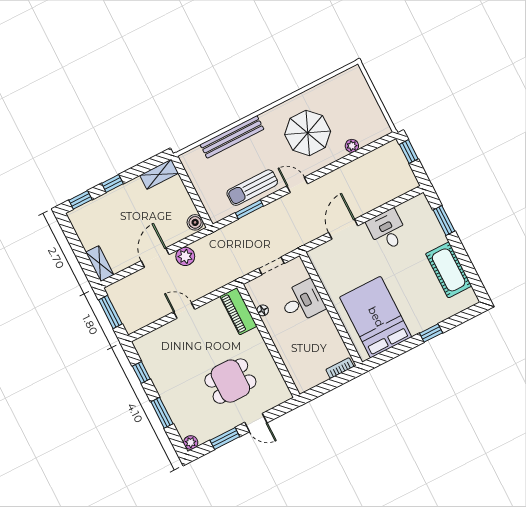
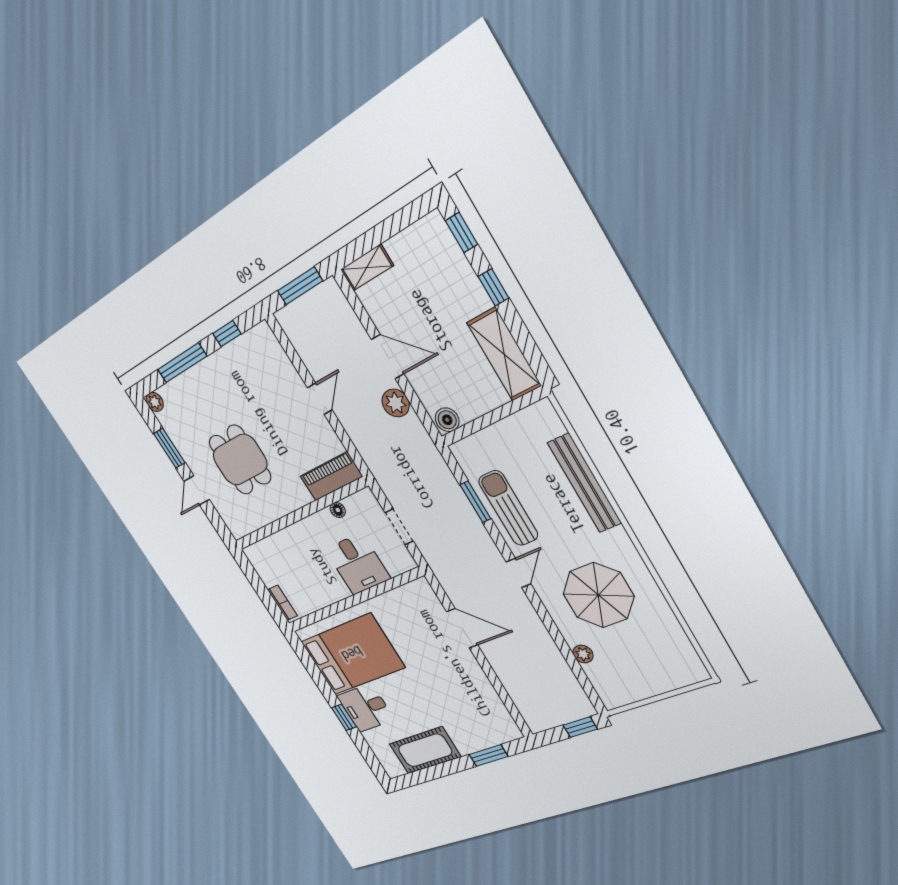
shelving: (159, 174) -> (504, 354), width x1.50, depth x1.33
desk: (387, 230) -> (366, 708), moved, turned 180
window: (162, 413) -> (182, 363), width x1.44

